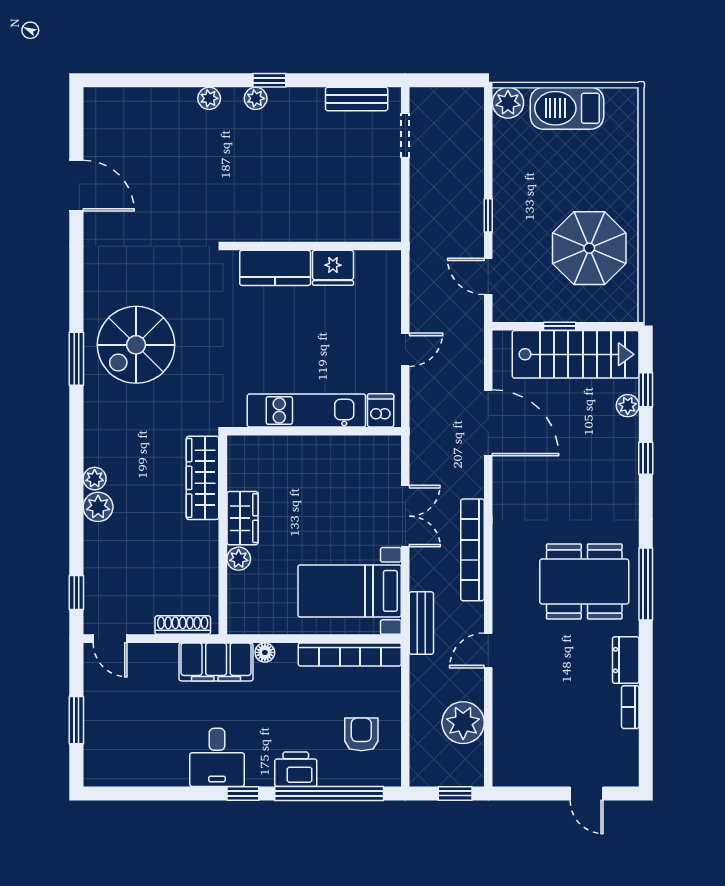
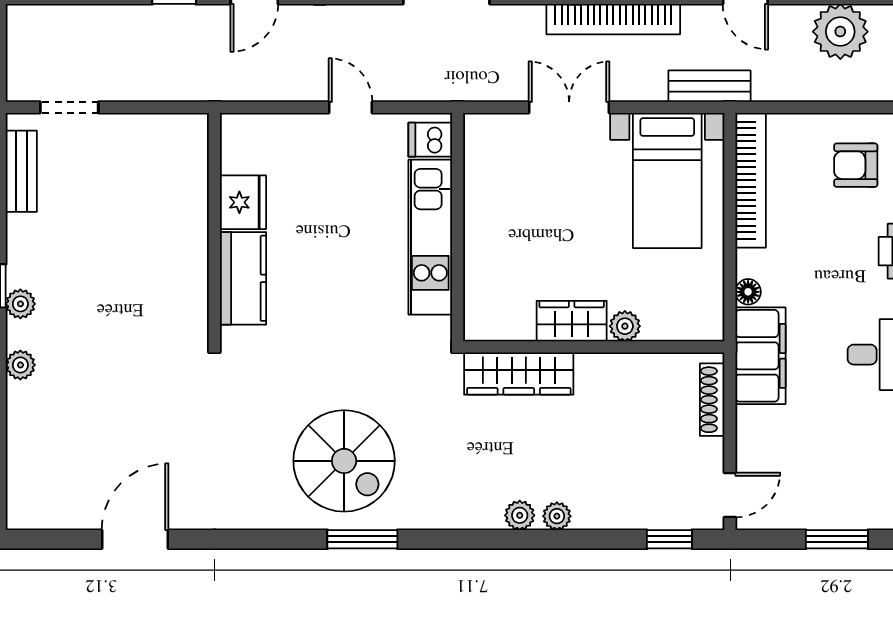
plant: (98, 507) -> (557, 516), width x0.73, depth x0.73

